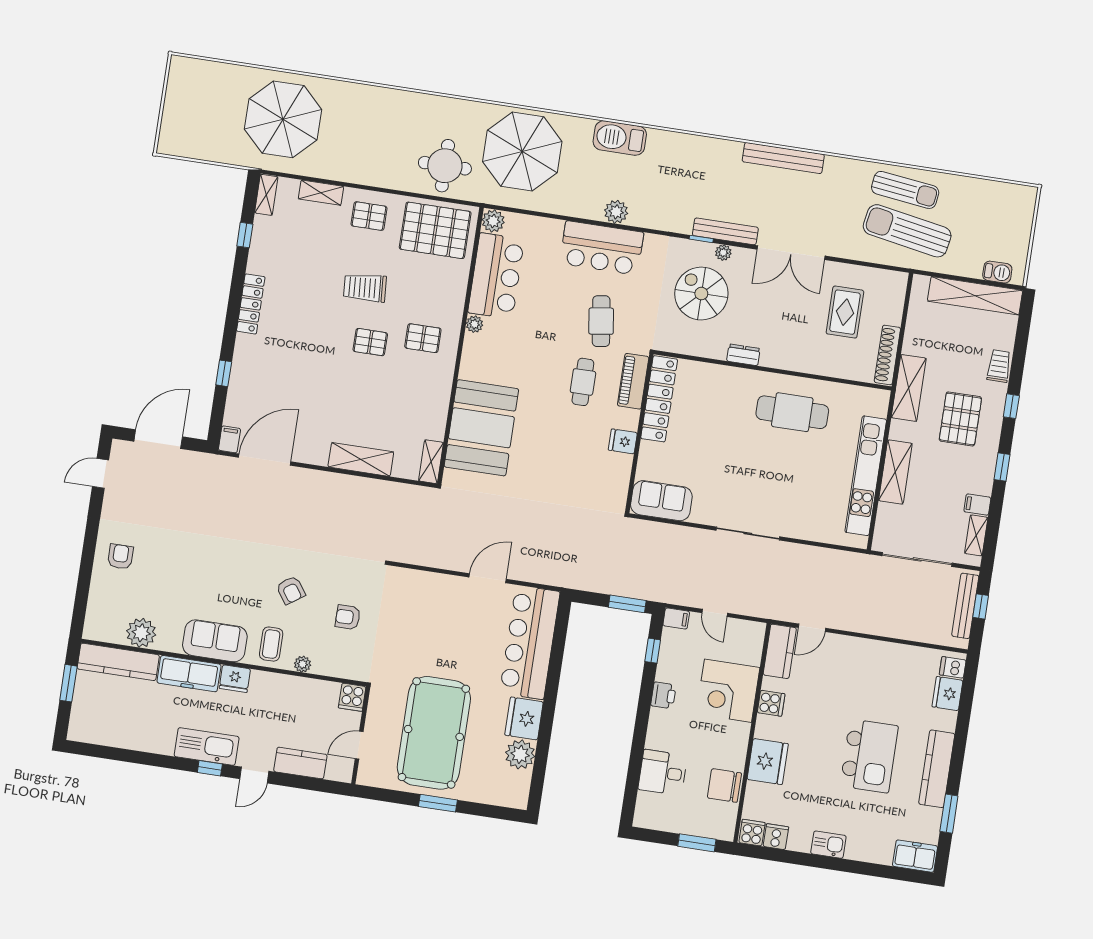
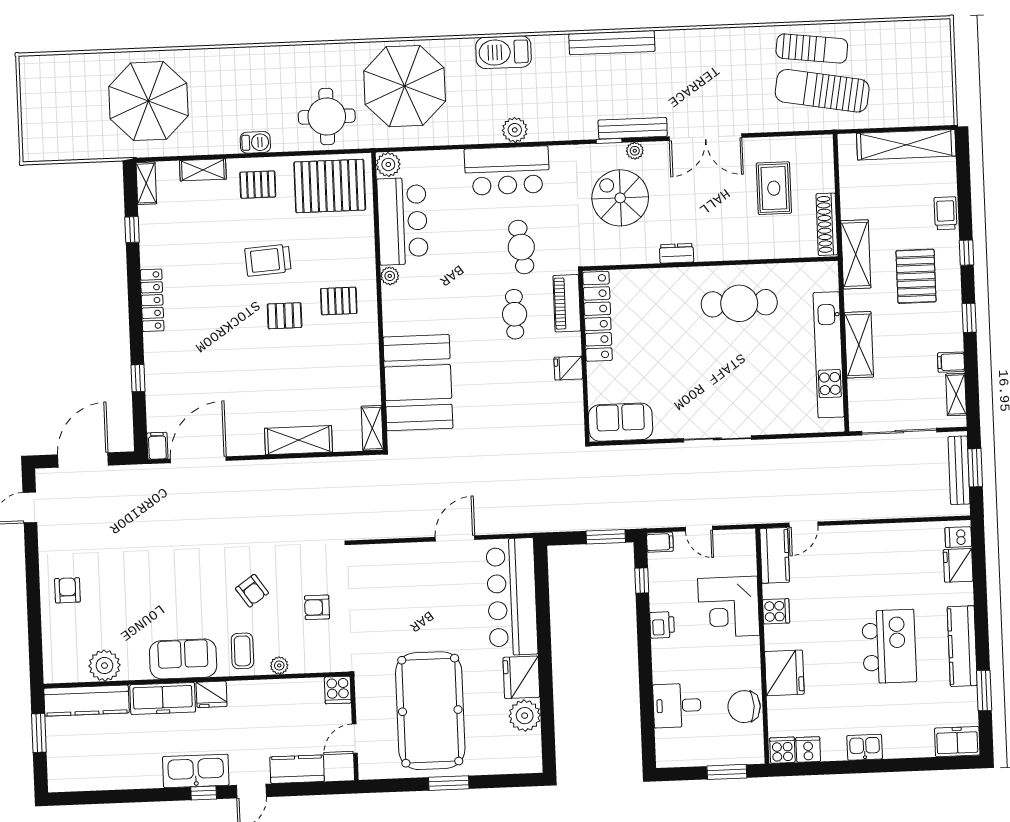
bench: (783, 158) -> (612, 43), moved
barbecue: (997, 272) -> (255, 142), moved
window: (981, 606) -> (975, 468), width x1.50

